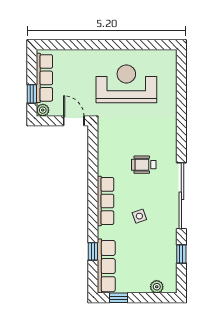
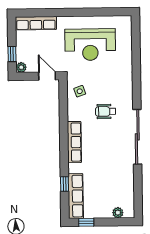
row of seats: (44, 78) -> (36, 23), moved, turned 90
reception desk: (126, 84) -> (90, 45), turned 180
side table: (139, 216) -> (80, 91), moved
window: (181, 254) -> (138, 185), removed

